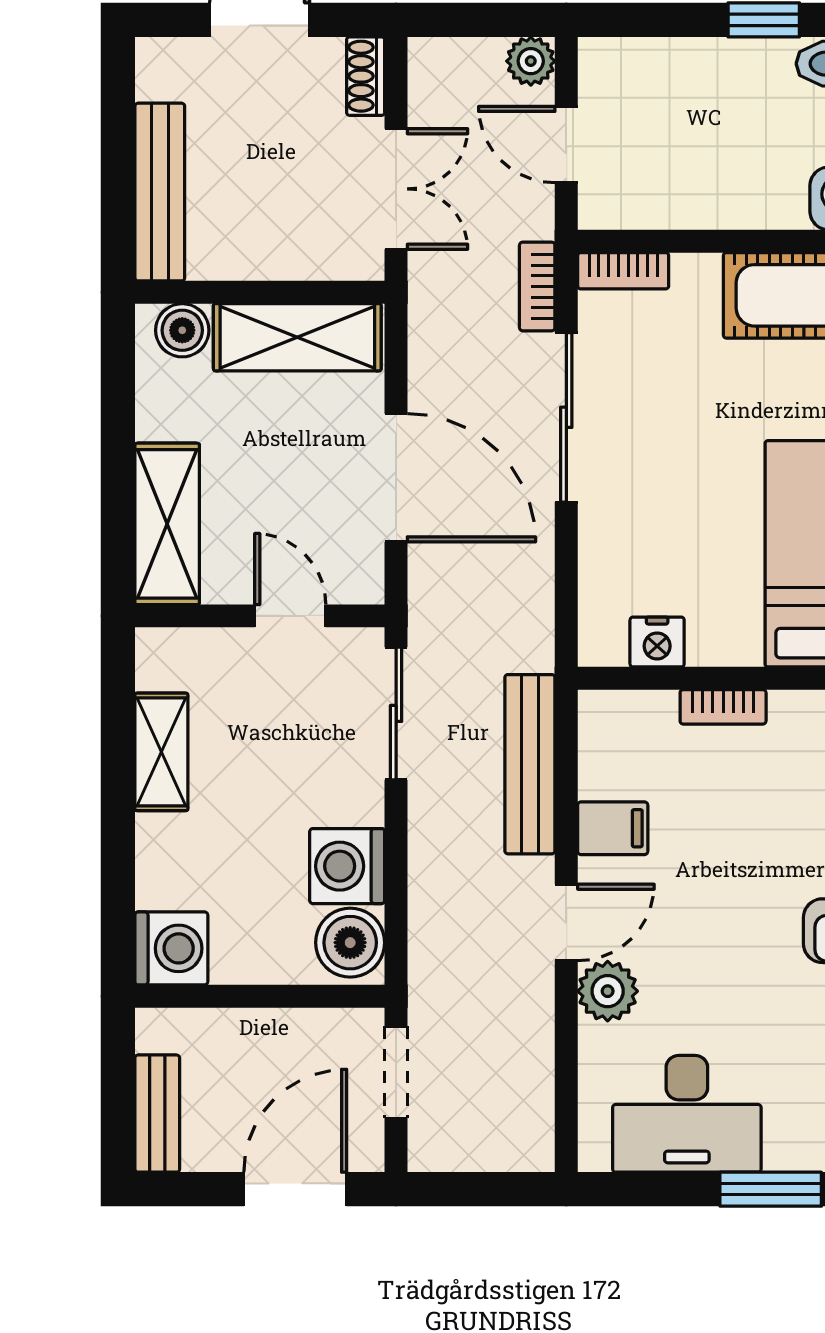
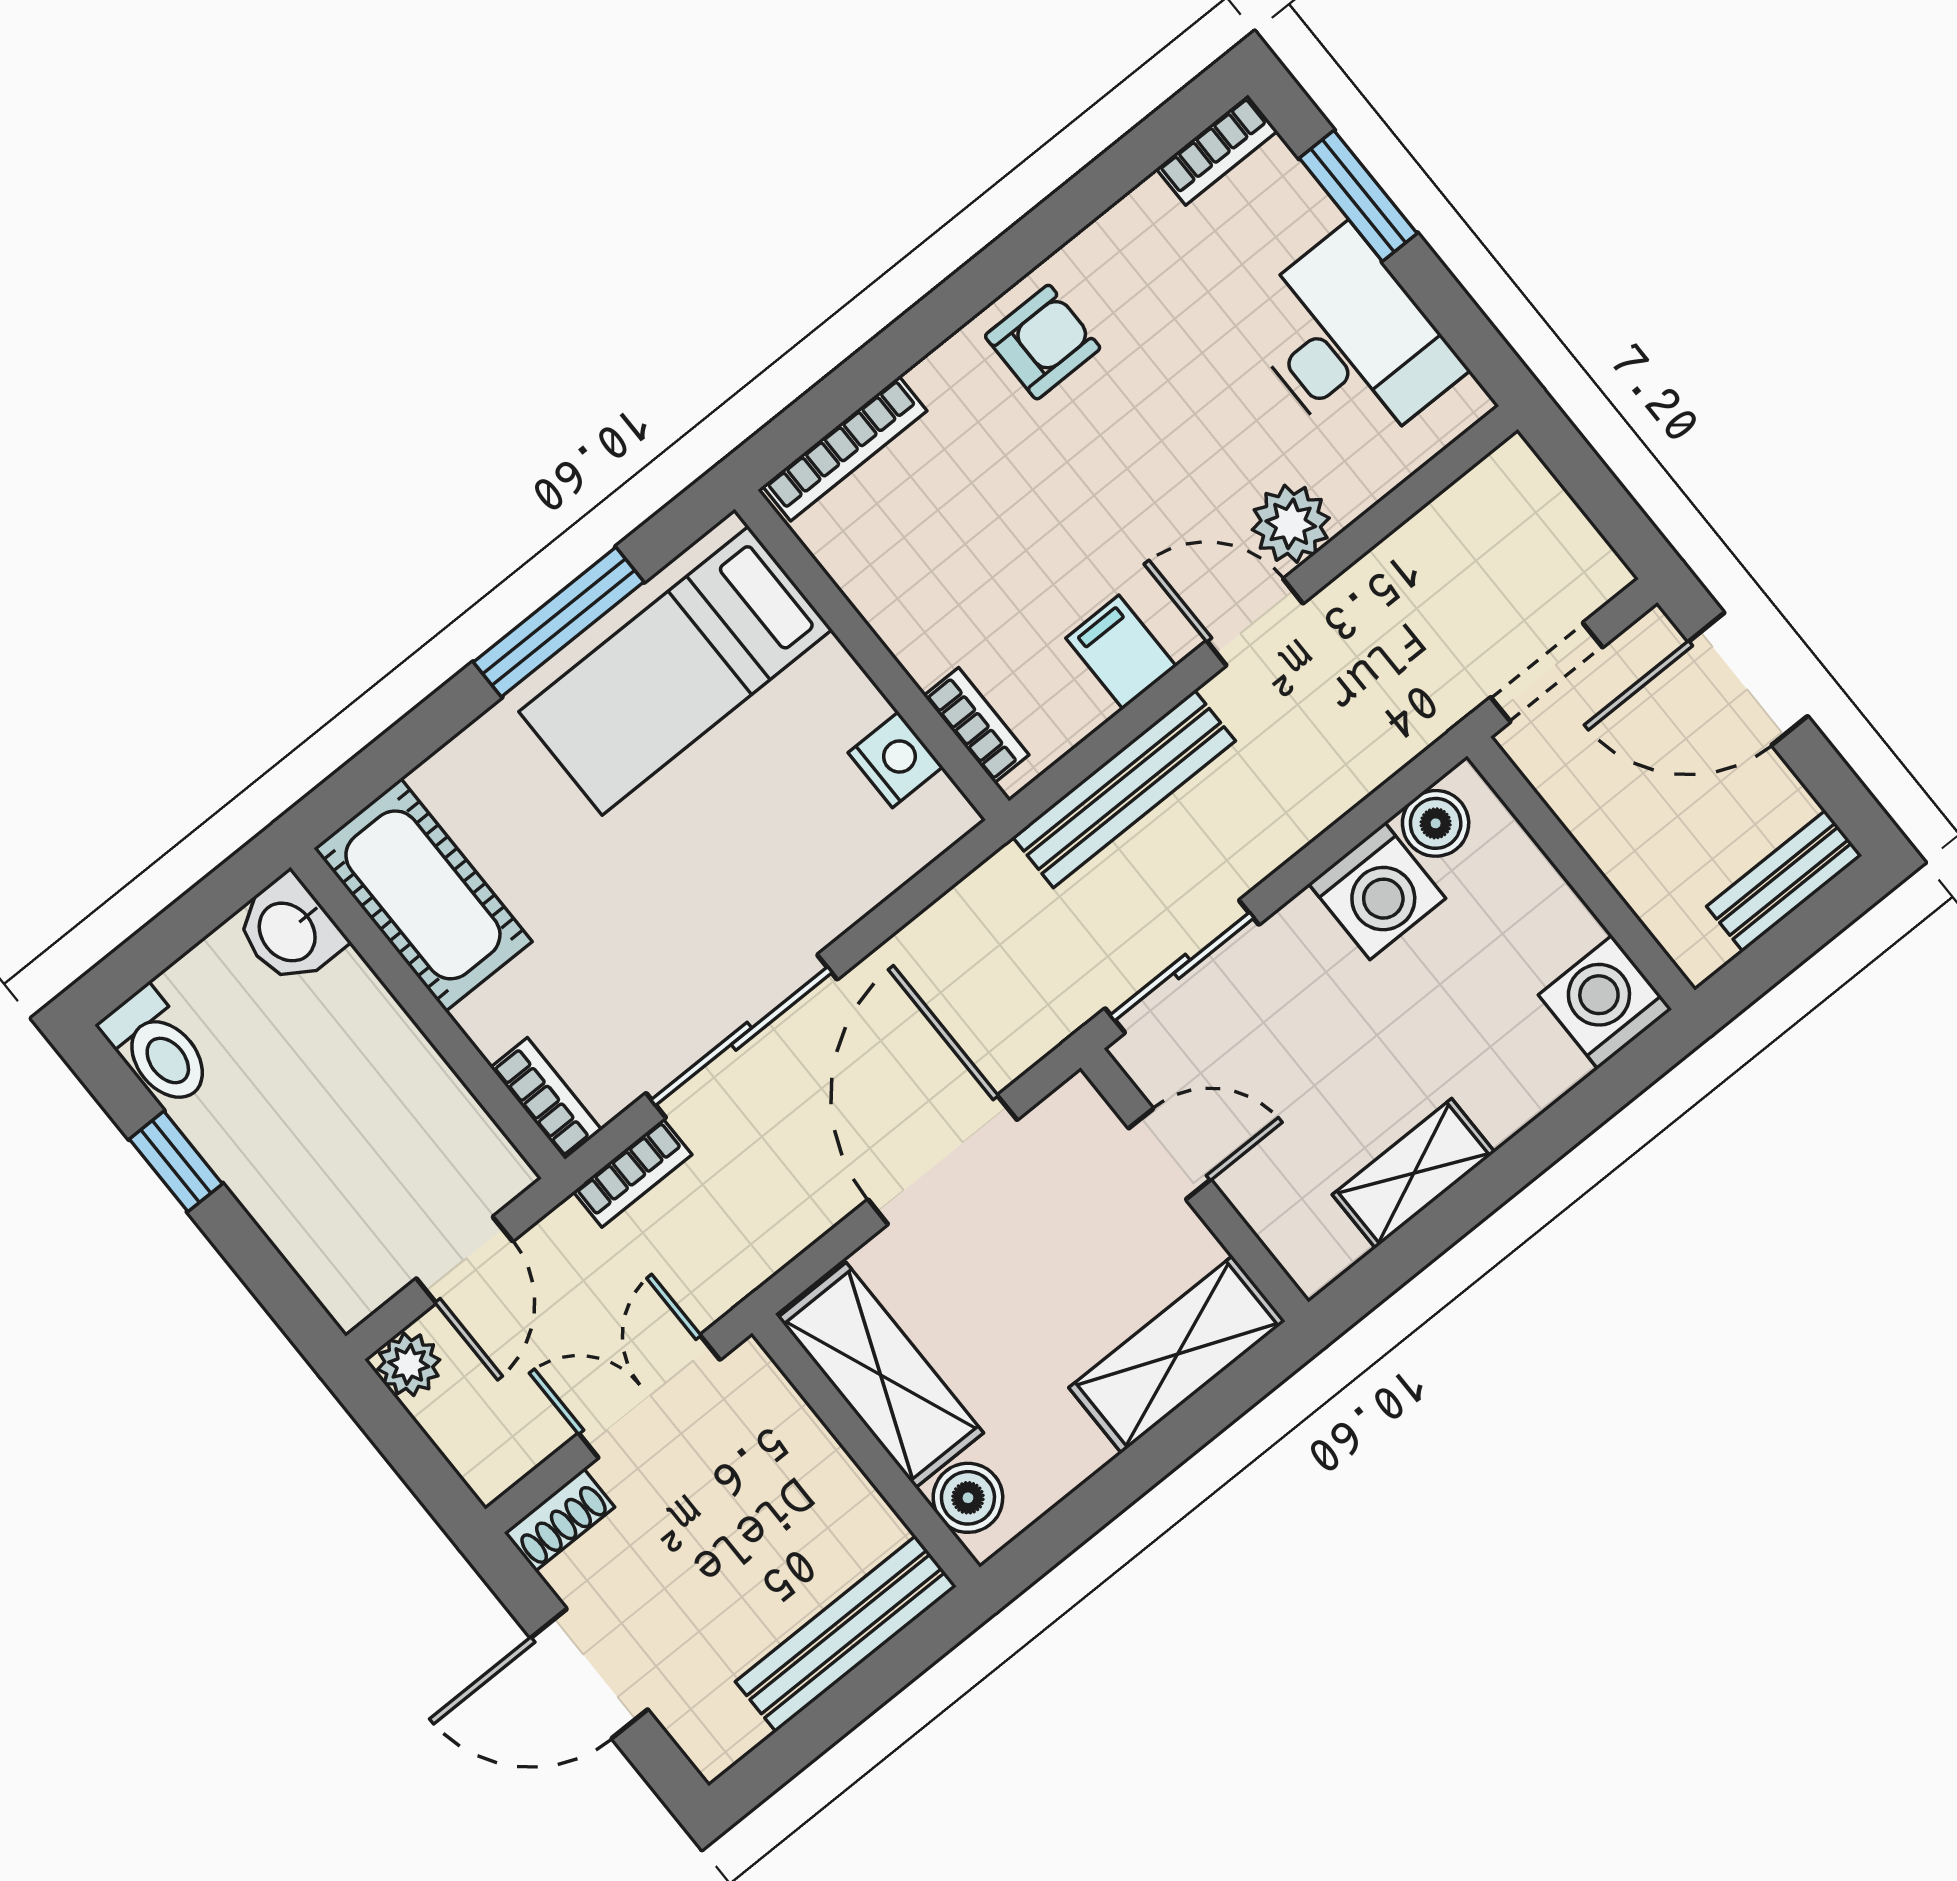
door: (290, 616) -> (1170, 1154), swing flipped
bookcase: (723, 707) -> (976, 725), moved
boiler: (350, 943) -> (1436, 823), width x0.73, depth x0.73

